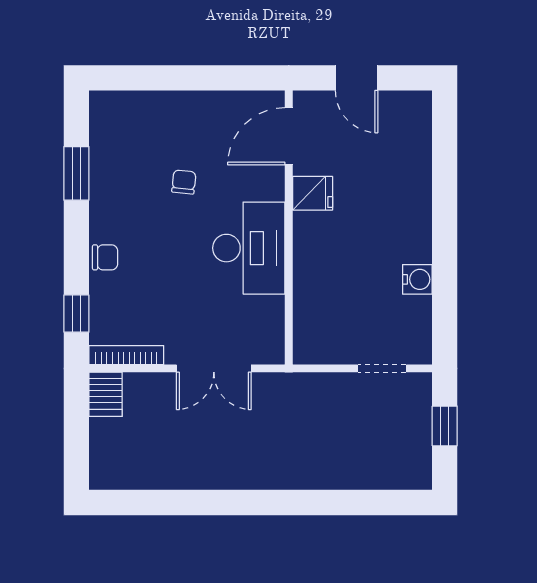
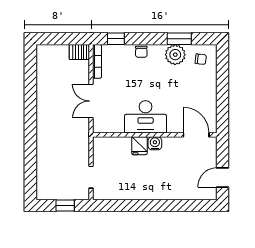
door: (357, 78) -> (223, 177), moved
plant: (111, 182) -> (175, 55), added
chair: (184, 182) -> (201, 59), moved
fridge: (313, 193) -> (139, 146), moved
water cooler: (417, 279) -> (155, 143), moved, turned 180

